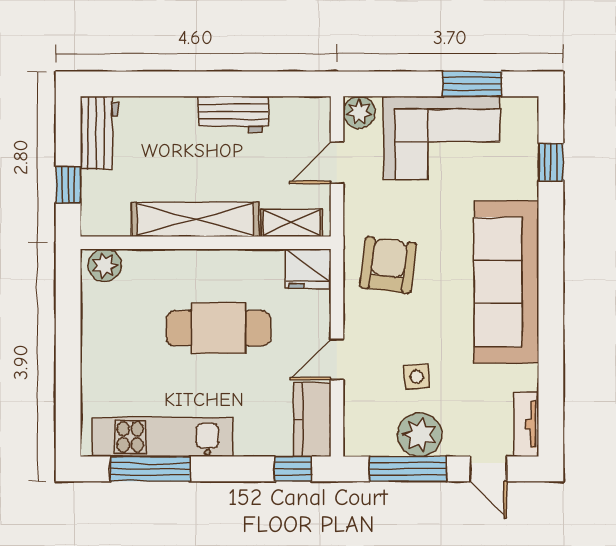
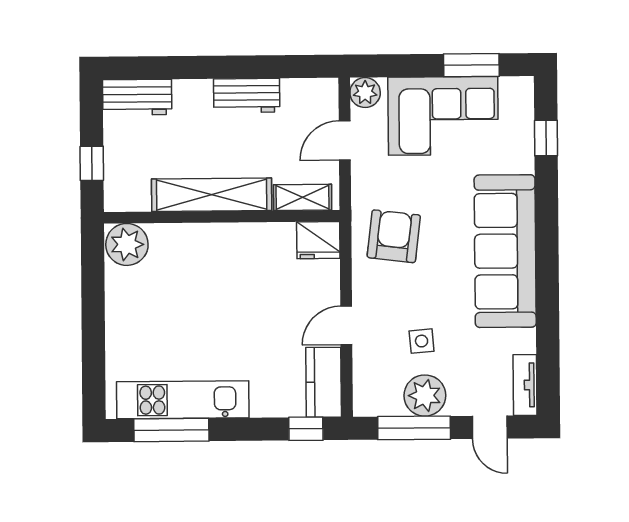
workbench: (99, 133) -> (137, 97), moved, turned 90
plant: (105, 265) -> (127, 244), width x1.36, depth x1.36
cafe table: (218, 328) -> (235, 297), removed

